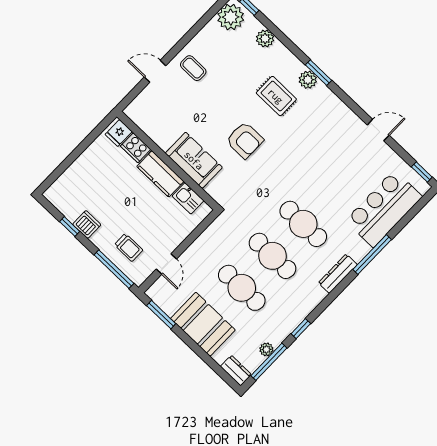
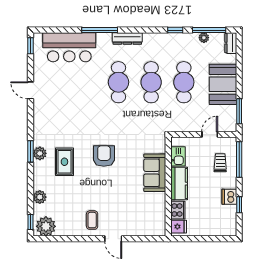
fridge: (119, 133) -> (179, 227), moved
cooker: (136, 148) -> (178, 210), moved
wall: (168, 160) -> (168, 187), moved
sofa: (194, 160) -> (155, 173), moved
kitchen counter: (160, 174) -> (179, 184), moved
kitchen sink: (188, 198) -> (178, 156), moved

